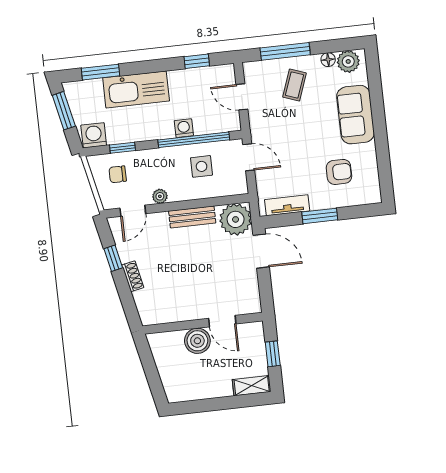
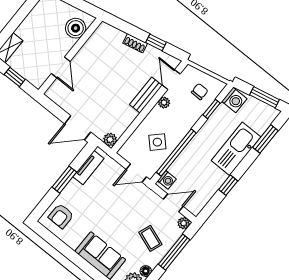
window: (197, 61) -> (228, 185), moved
plant: (251, 69) -> (184, 223), added
washing machine: (184, 128) -> (167, 180), moved
side table: (202, 166) -> (157, 142), turned 45
armchair: (339, 172) -> (61, 216), moved
bench: (192, 217) -> (146, 95), moved
plant: (236, 219) -> (110, 140), width x0.53, depth x0.53
door: (222, 321) -> (61, 67), swing flipped
boiler: (197, 341) -> (76, 28), moved

